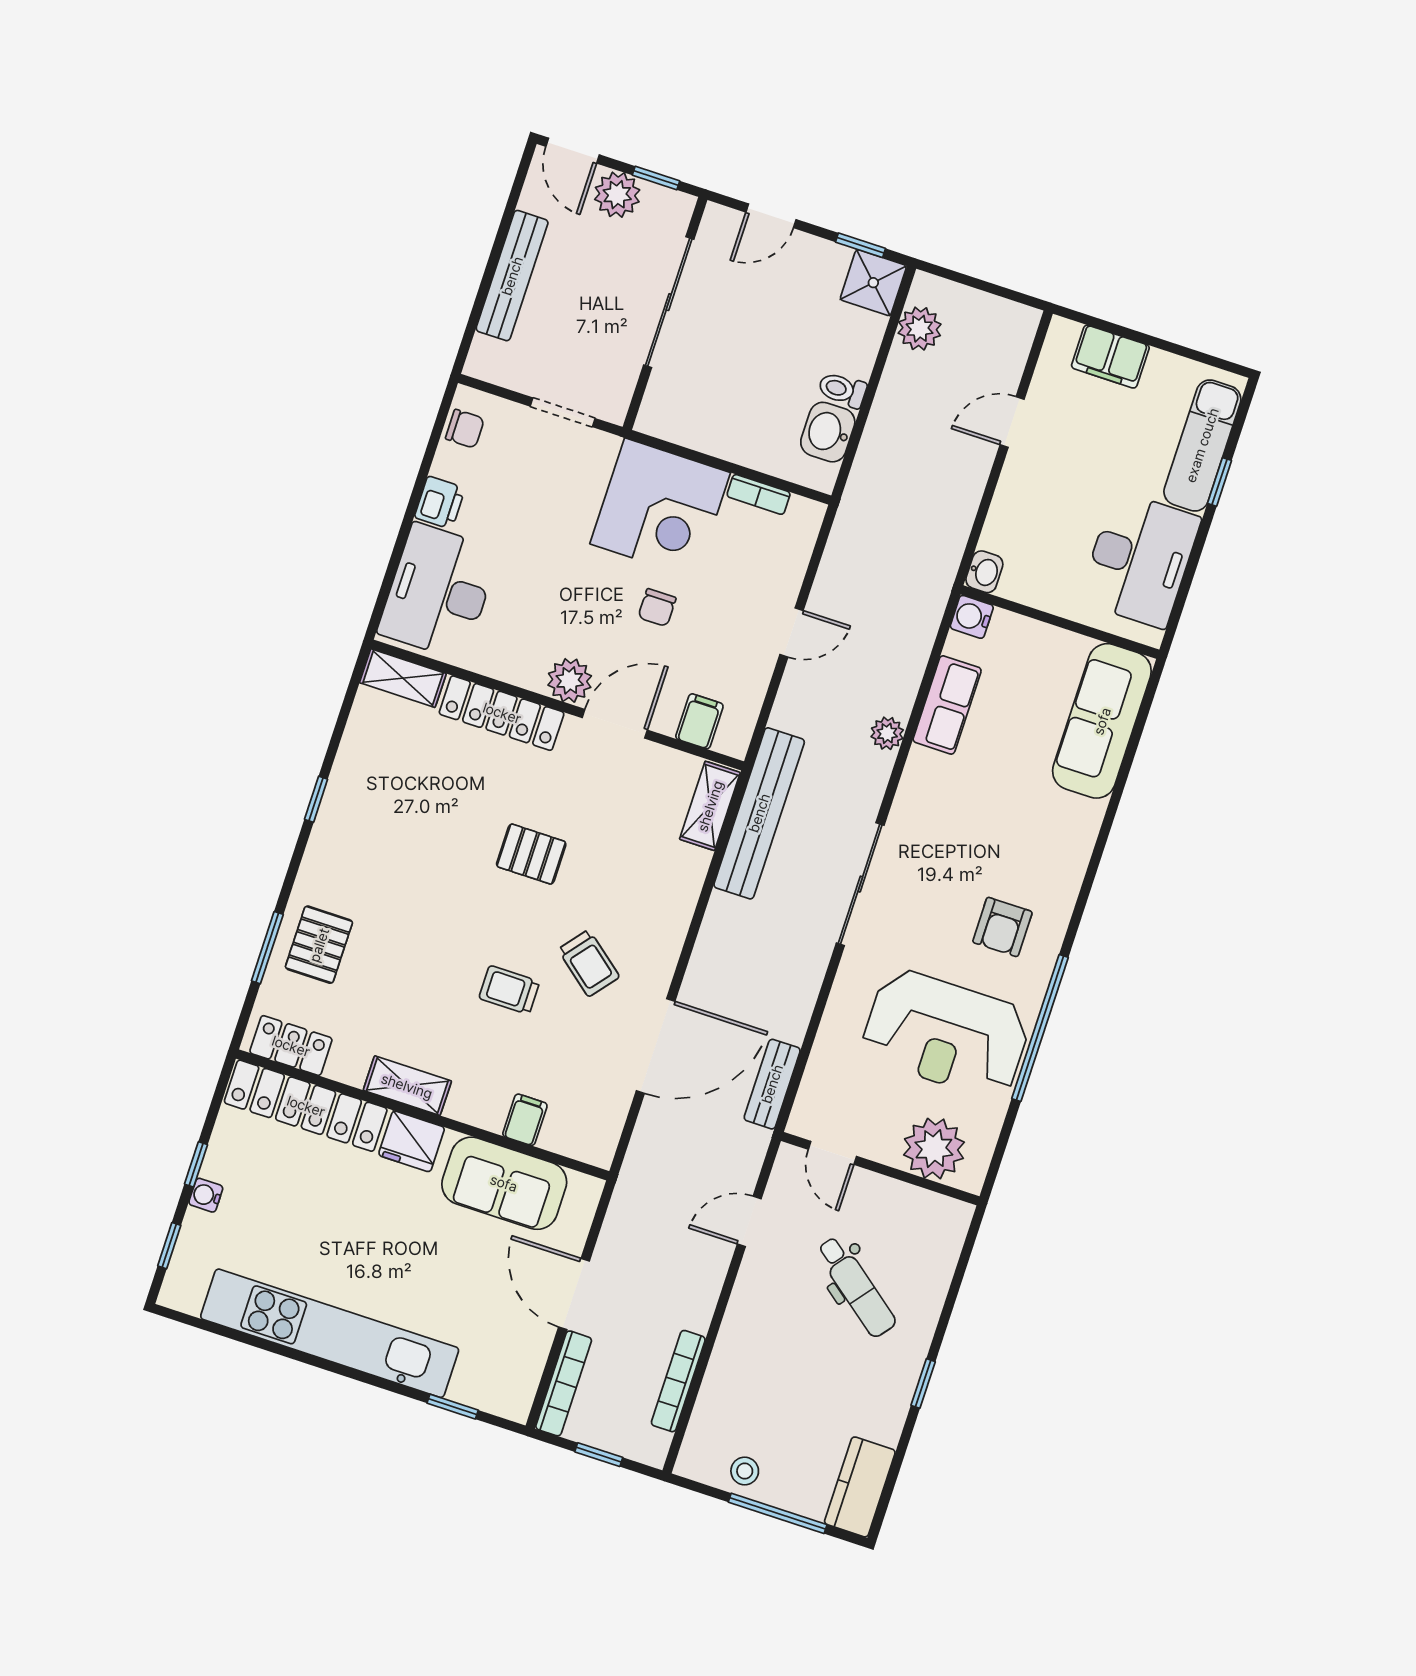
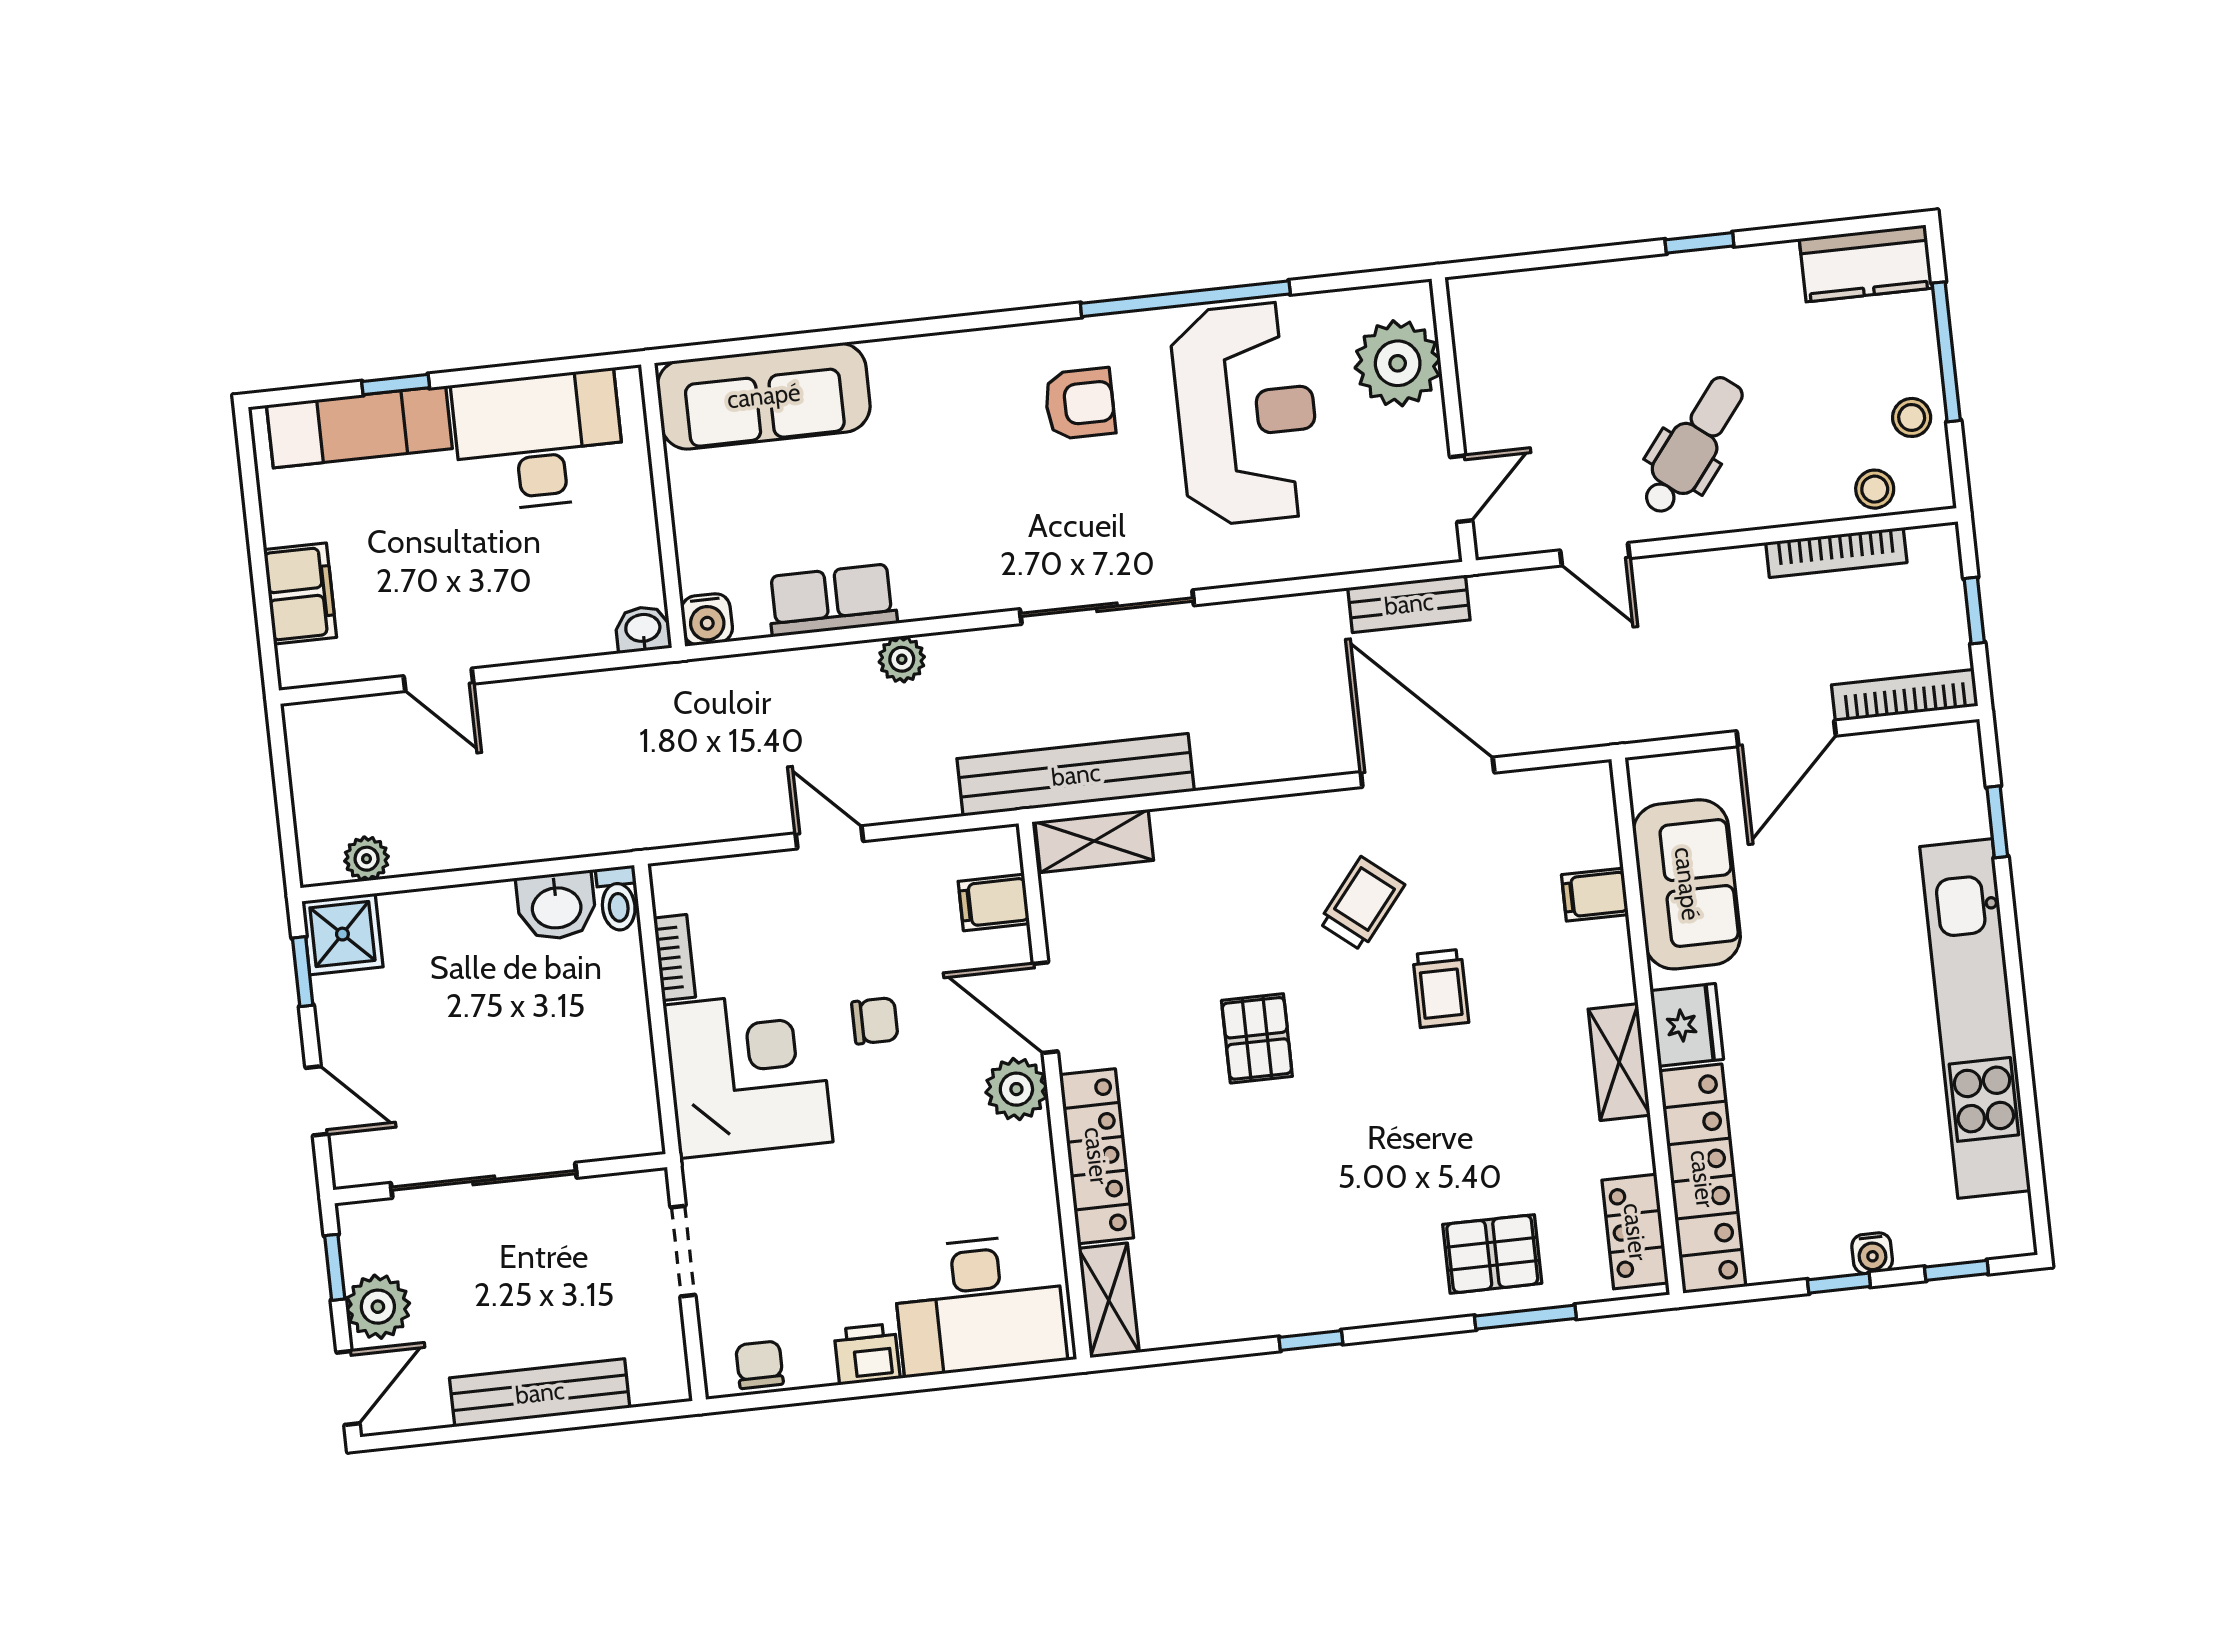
plant: (920, 329) -> (367, 859), width x0.73, depth x0.73
toilet: (842, 390) -> (618, 899), moved
dental chair: (856, 1287) -> (1692, 446), moved
stool: (709, 1425) -> (1875, 489), added

